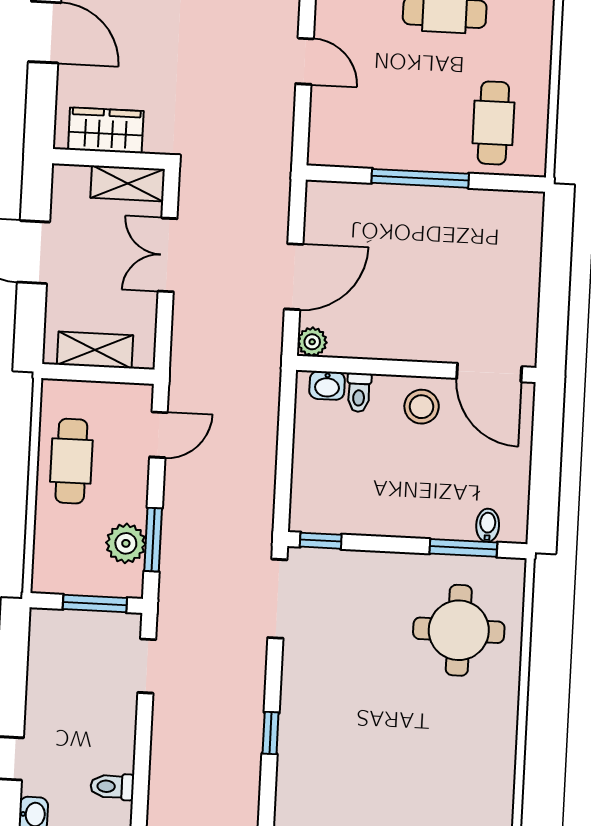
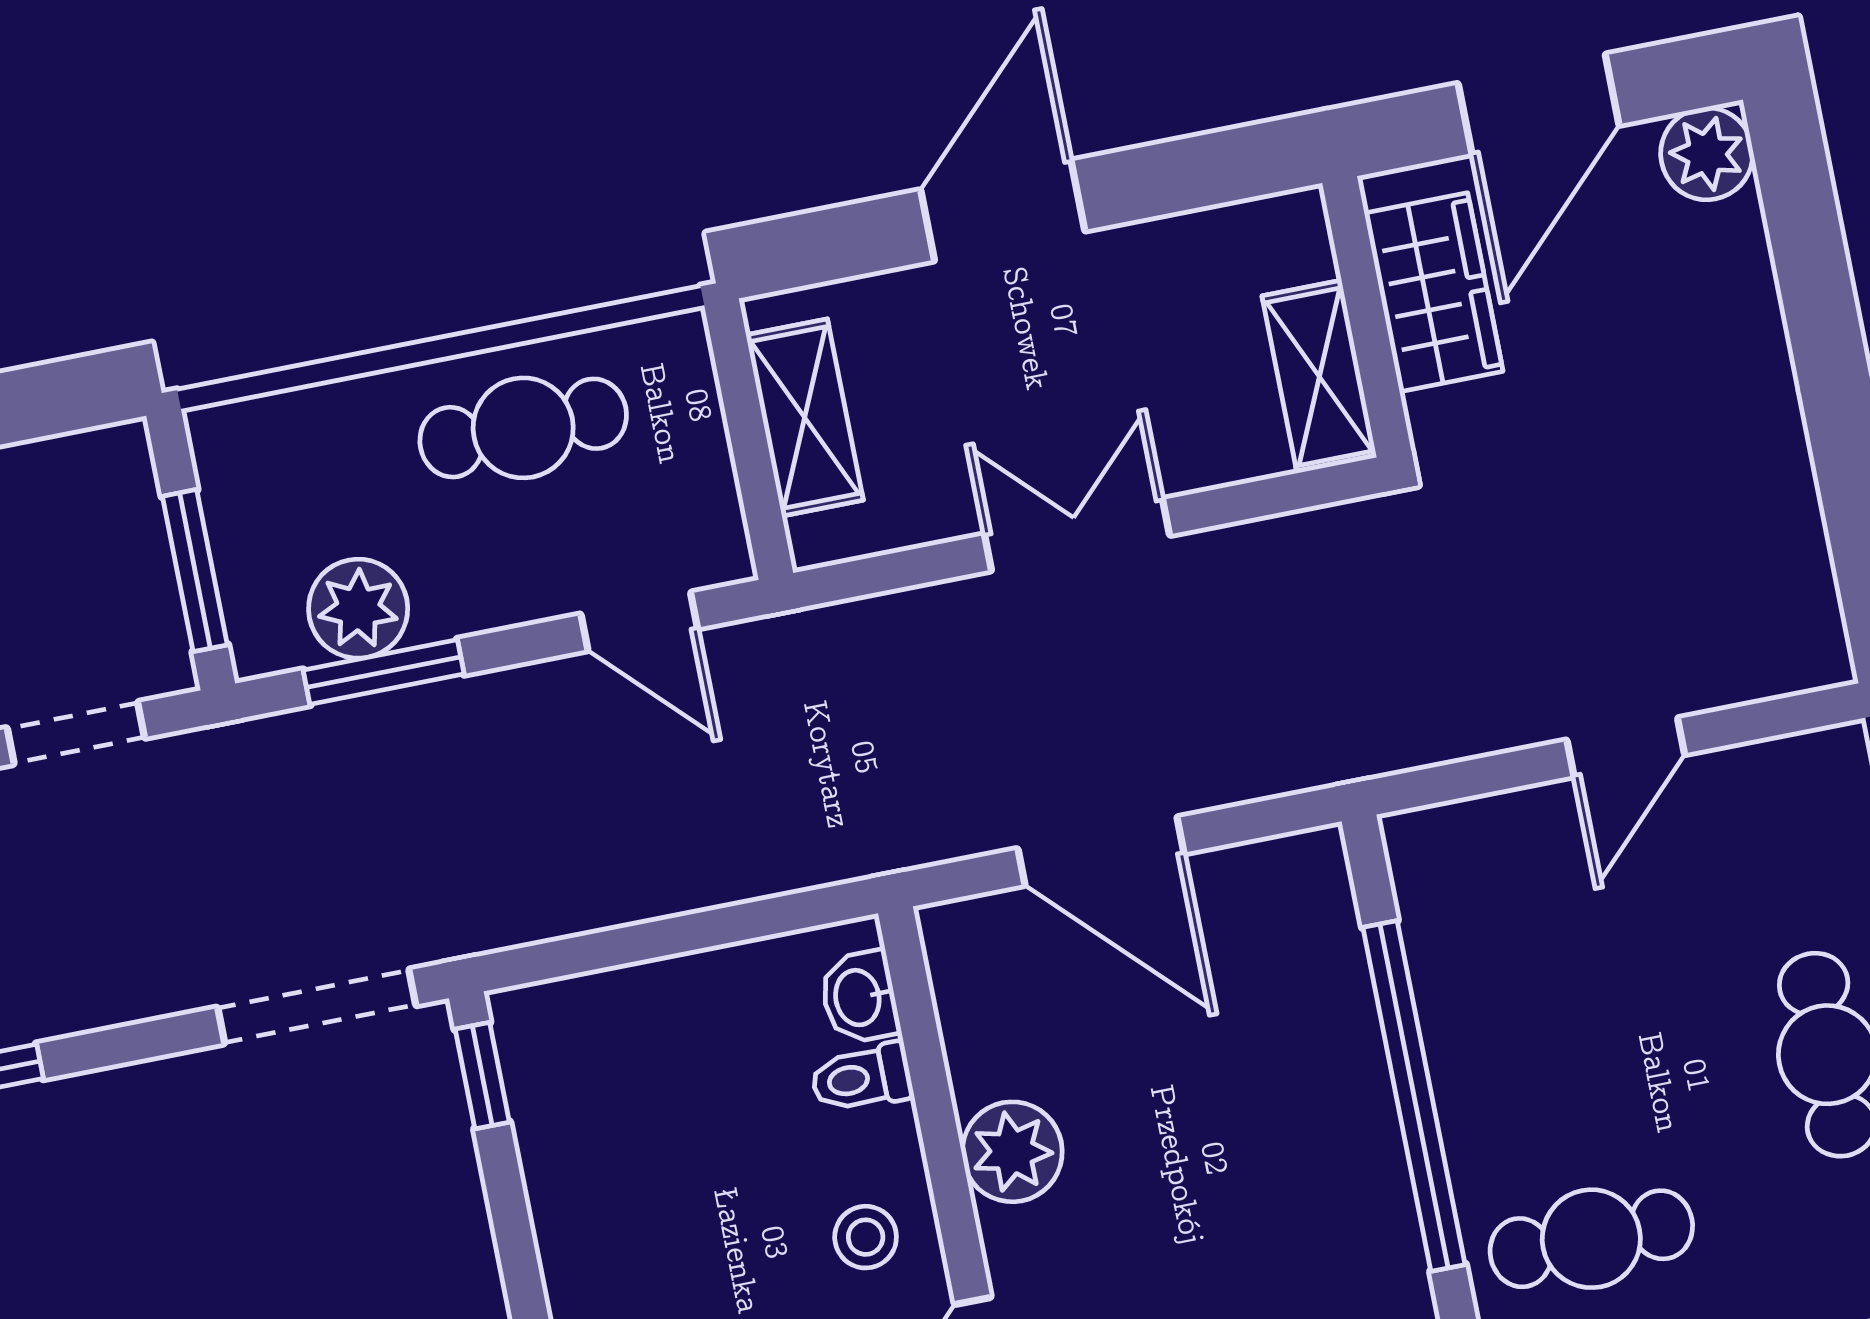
wardrobe: (106, 130) -> (1434, 292), moved
wall: (109, 159) -> (1367, 317), moved
window: (420, 178) -> (1414, 1096), width x1.46
shelving: (128, 183) -> (1319, 377), moved
plant: (312, 342) -> (1012, 1152), moved, width x1.38, depth x1.38
stool: (422, 407) -> (866, 1237), width x0.73, depth x0.73

